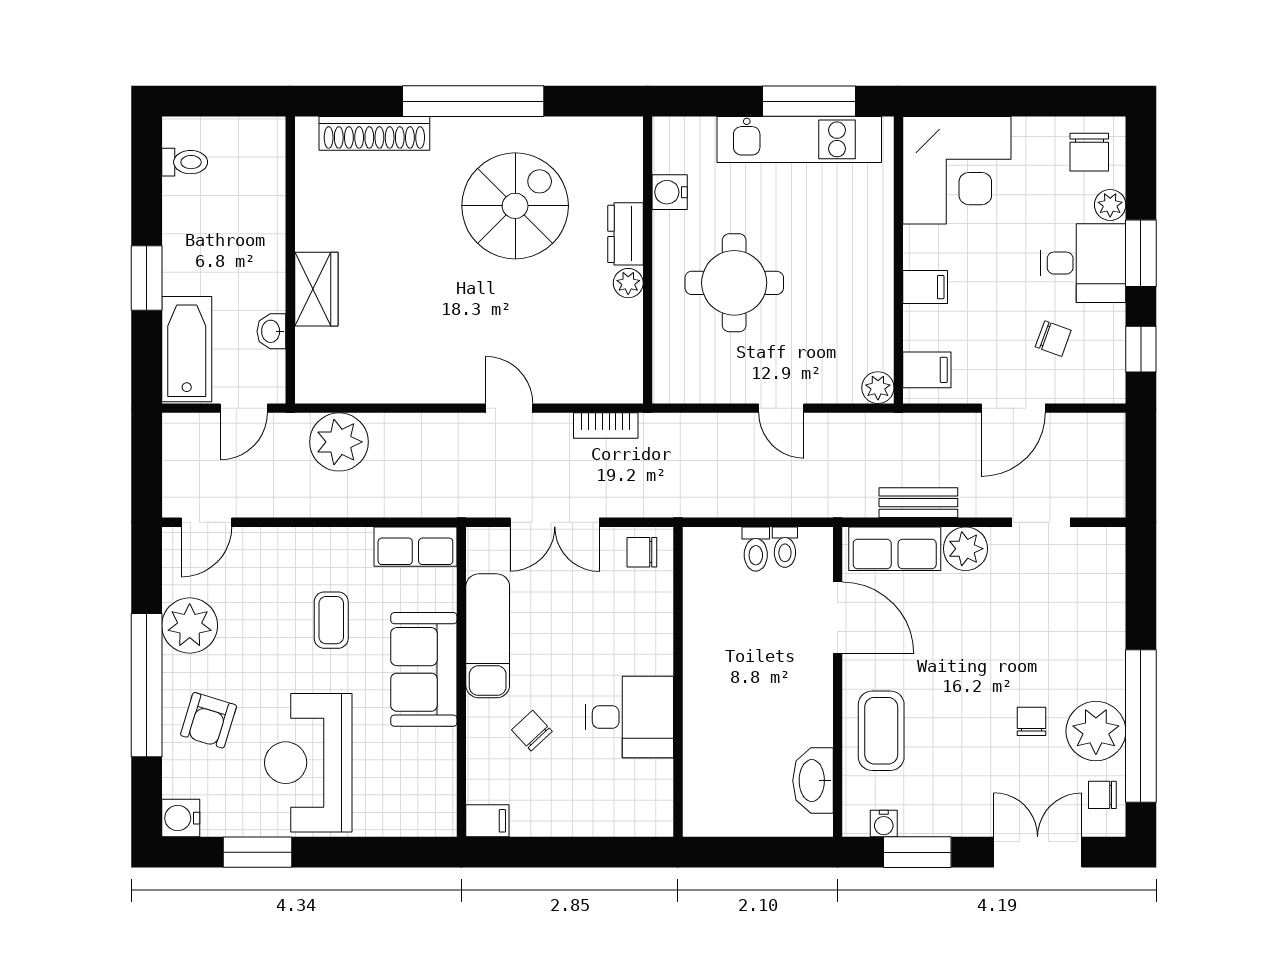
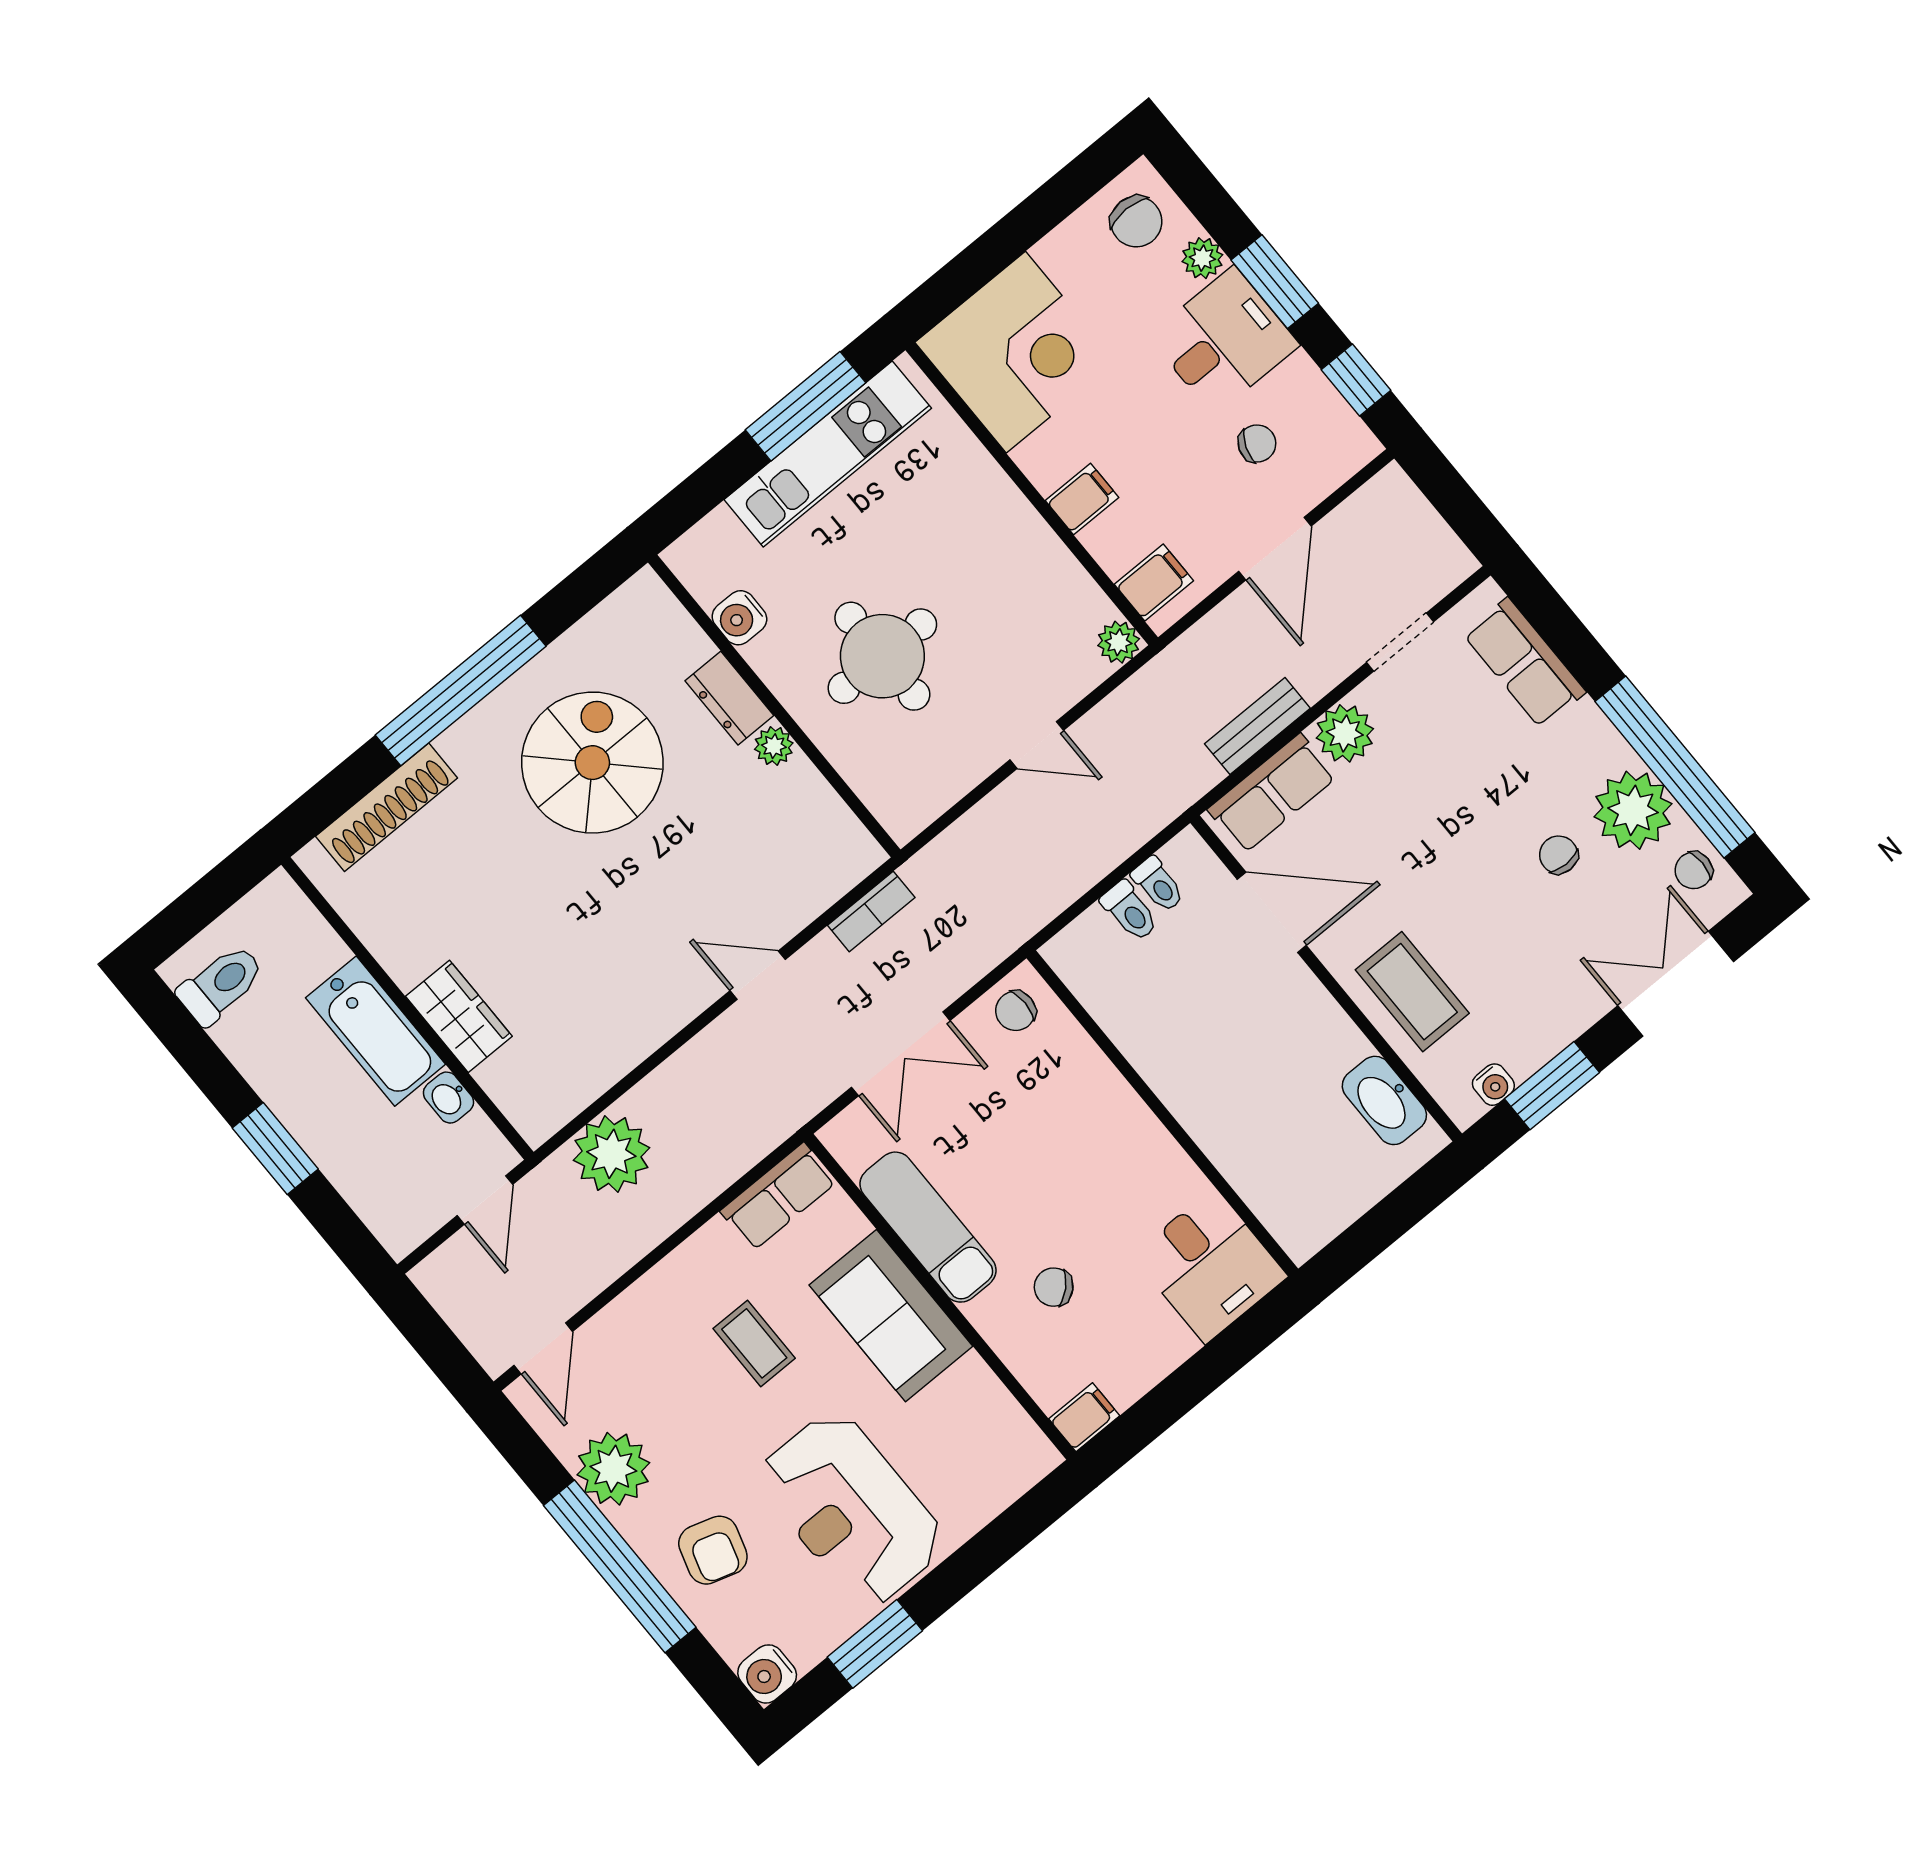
toilet: (185, 162) -> (221, 984), width x1.37, depth x1.39
bathtub: (187, 349) -> (375, 1031), moved, turned 180
row of seats: (1103, 594) -> (1524, 663), added
desk: (629, 717) -> (1210, 1266), moved, turned 90

